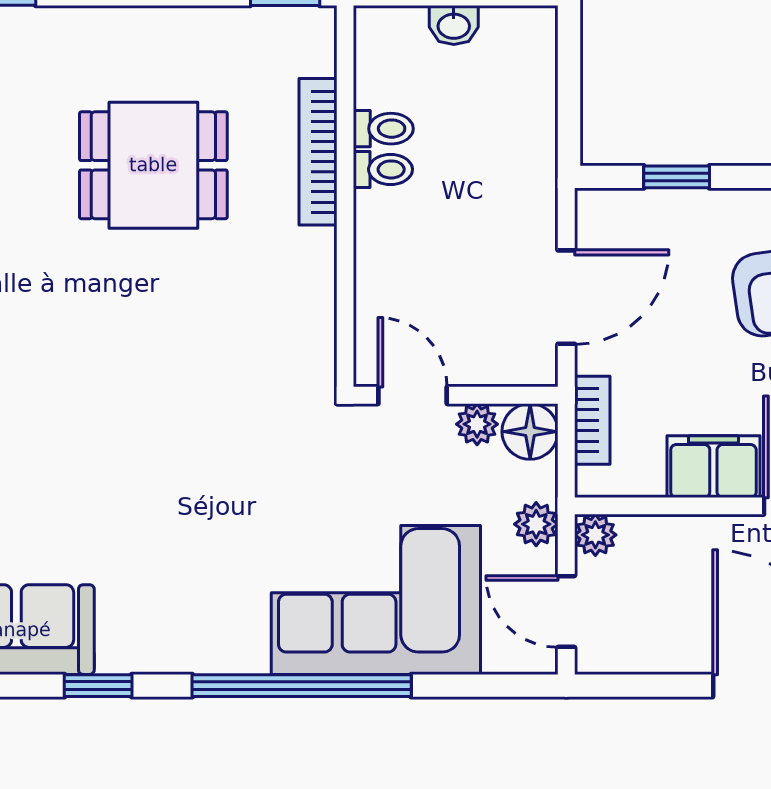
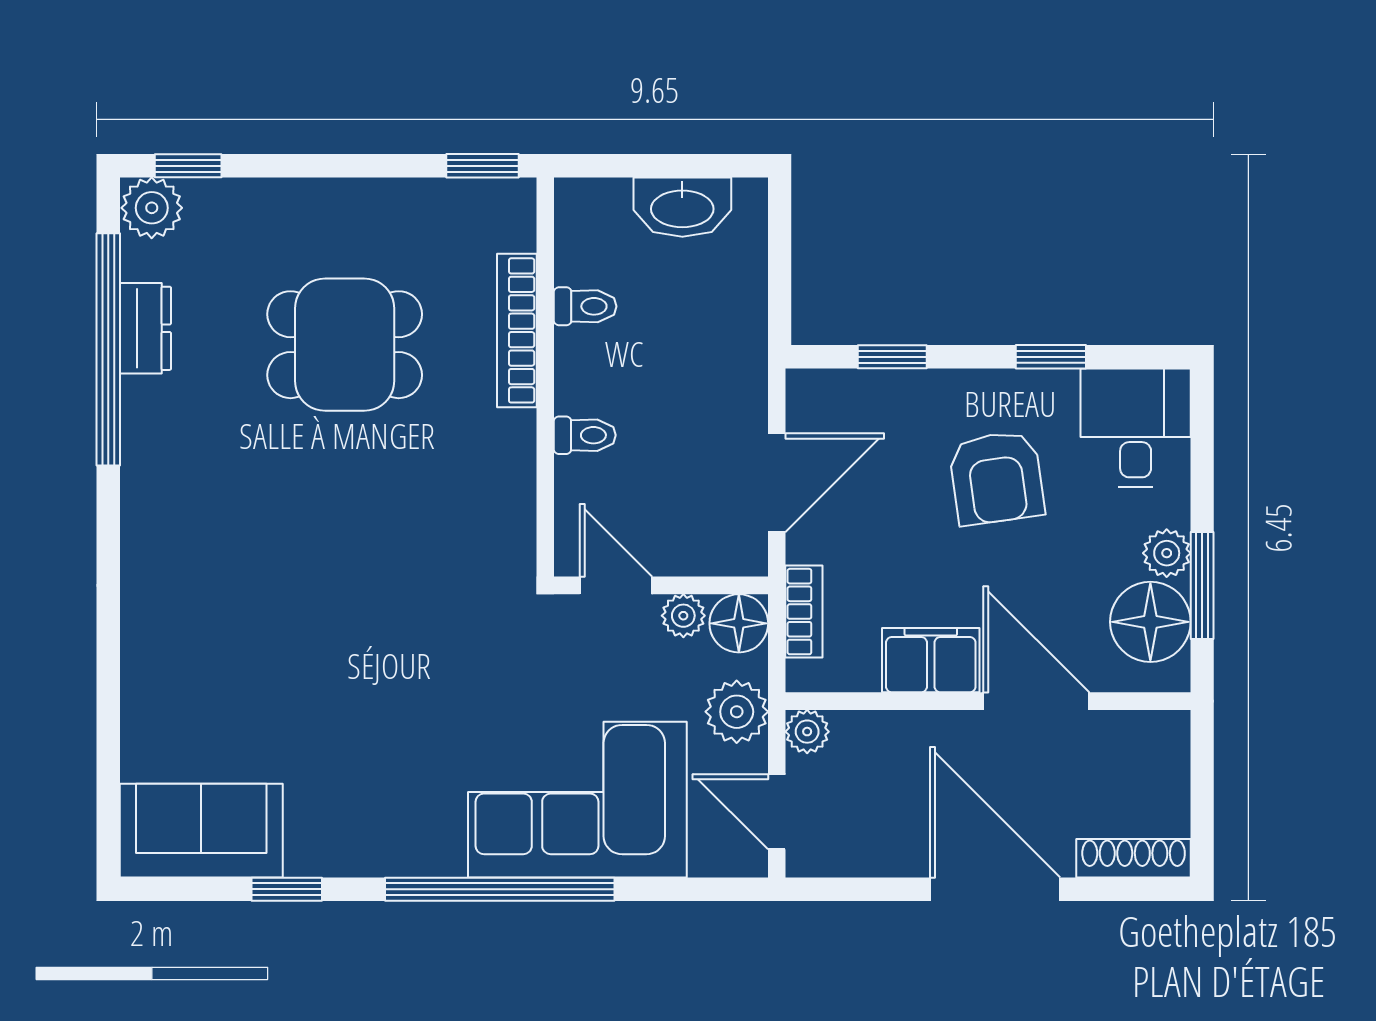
washbasin: (454, 25) -> (682, 207), width x1.91, depth x1.45
toilet: (383, 169) -> (585, 435), moved
plant: (536, 524) -> (737, 712), width x1.38, depth x1.38

